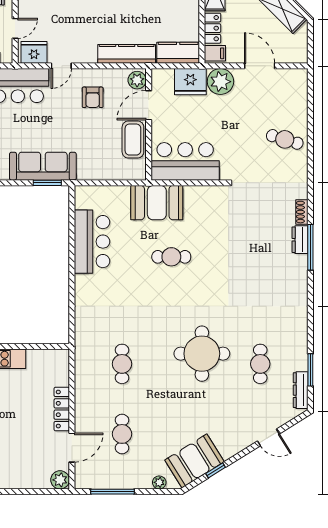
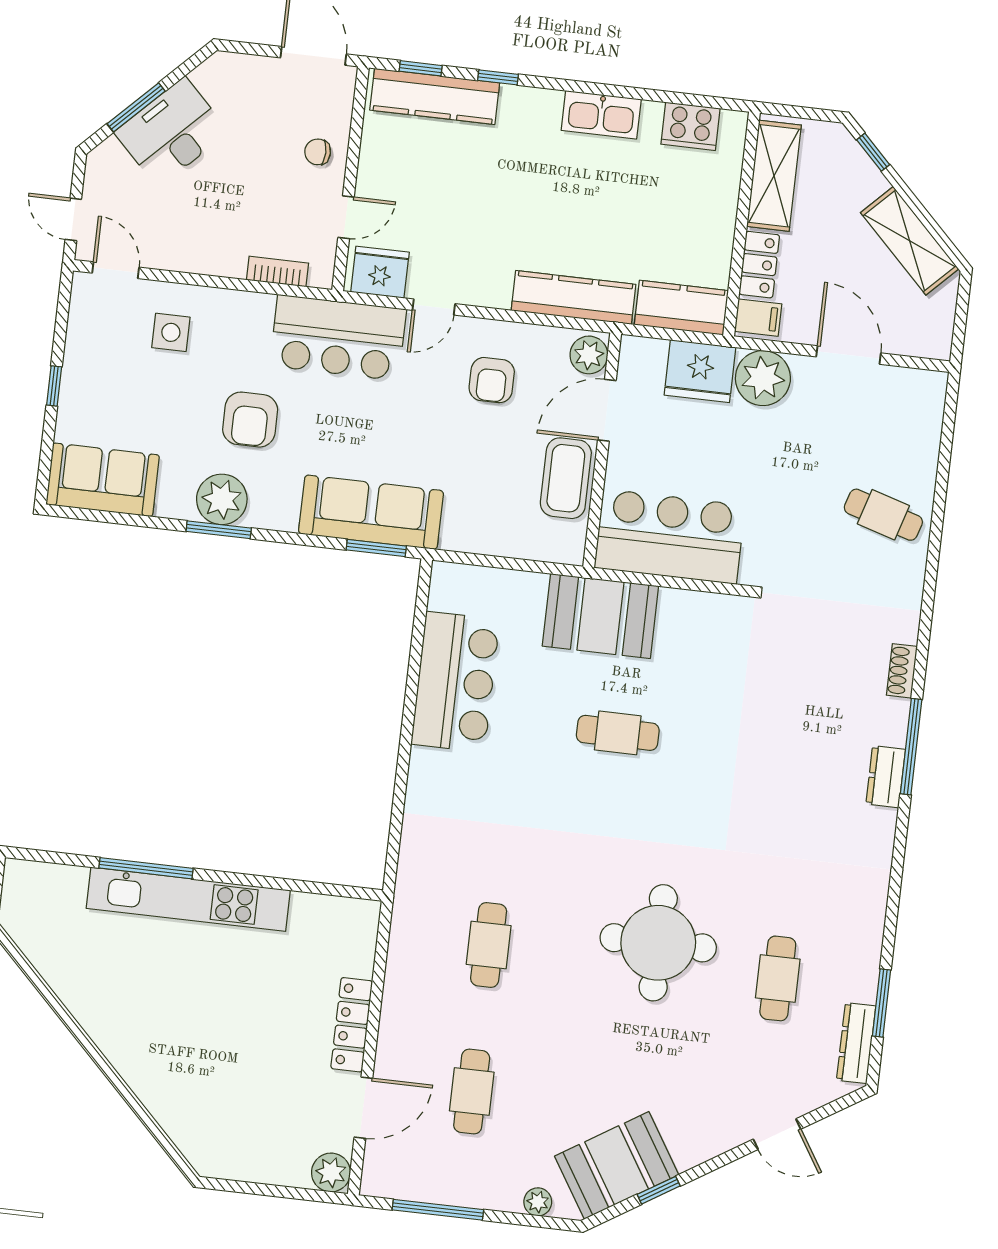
dresser: (300, 240) -> (886, 777), moved

